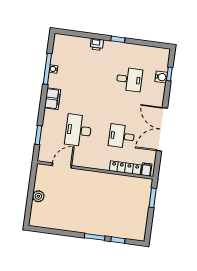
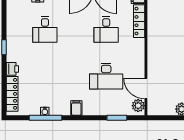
locker: (74, 41) -> (12, 94), added
desk: (129, 79) -> (45, 29), turned 180
filing cabinet: (52, 99) -> (76, 108), width x0.50
plant: (47, 156) -> (138, 106), added

